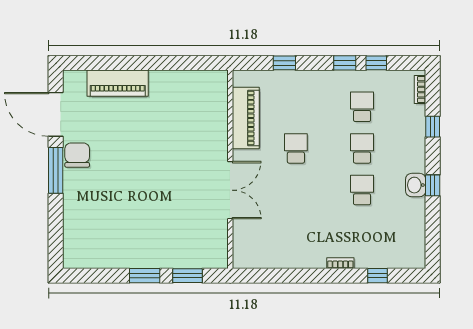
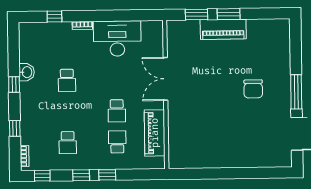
window: (284, 63) -> (107, 175), moved
window: (376, 63) -> (42, 176), moved
piano: (118, 83) -> (223, 29), moved, turned 180
school desk: (362, 148) -> (117, 142), moved, turned 180
chair: (77, 155) -> (253, 89), moved
washbasin: (416, 185) -> (27, 72), moved
desk: (294, 245) -> (117, 39), added

